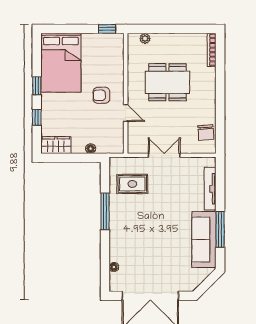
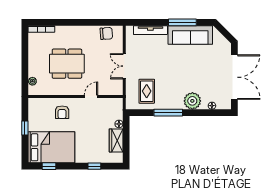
window: (107, 29) -> (25, 128), moved
dining table: (167, 82) -> (67, 64), turned 90
window: (37, 86) -> (49, 166), moved
armchair: (101, 95) -> (62, 112), moved
wardrobe: (56, 145) -> (116, 140), moved
plant: (120, 242) -> (192, 101), added

